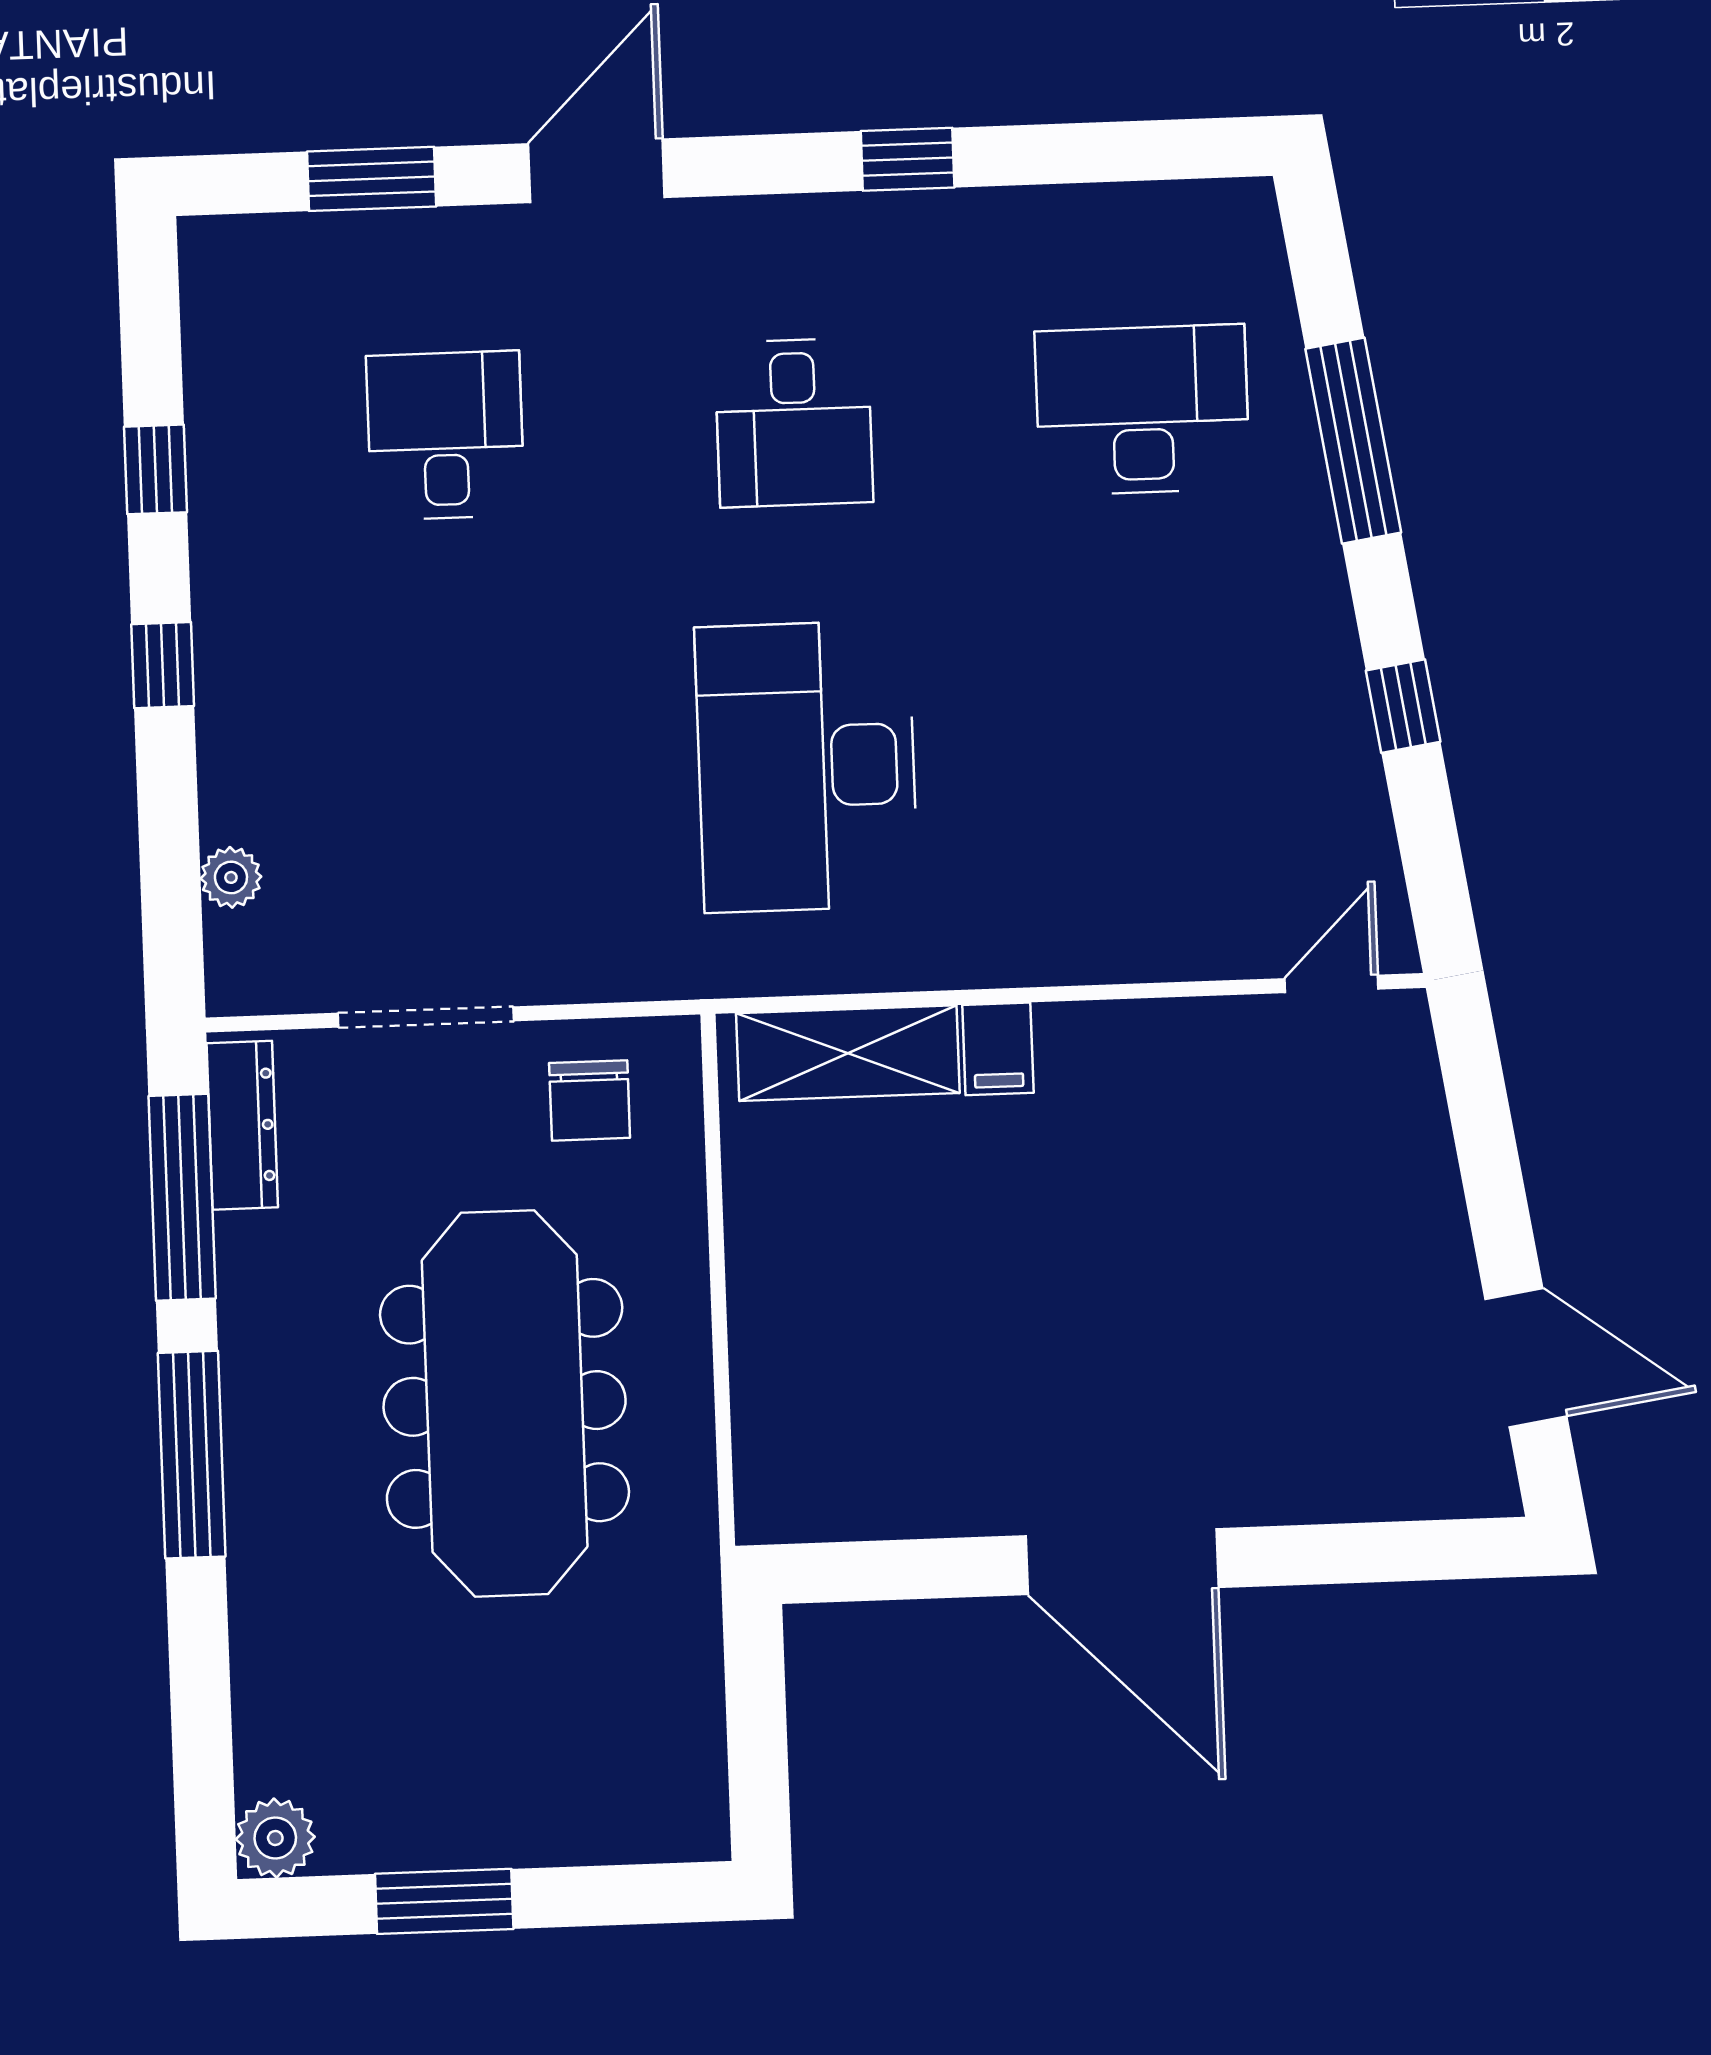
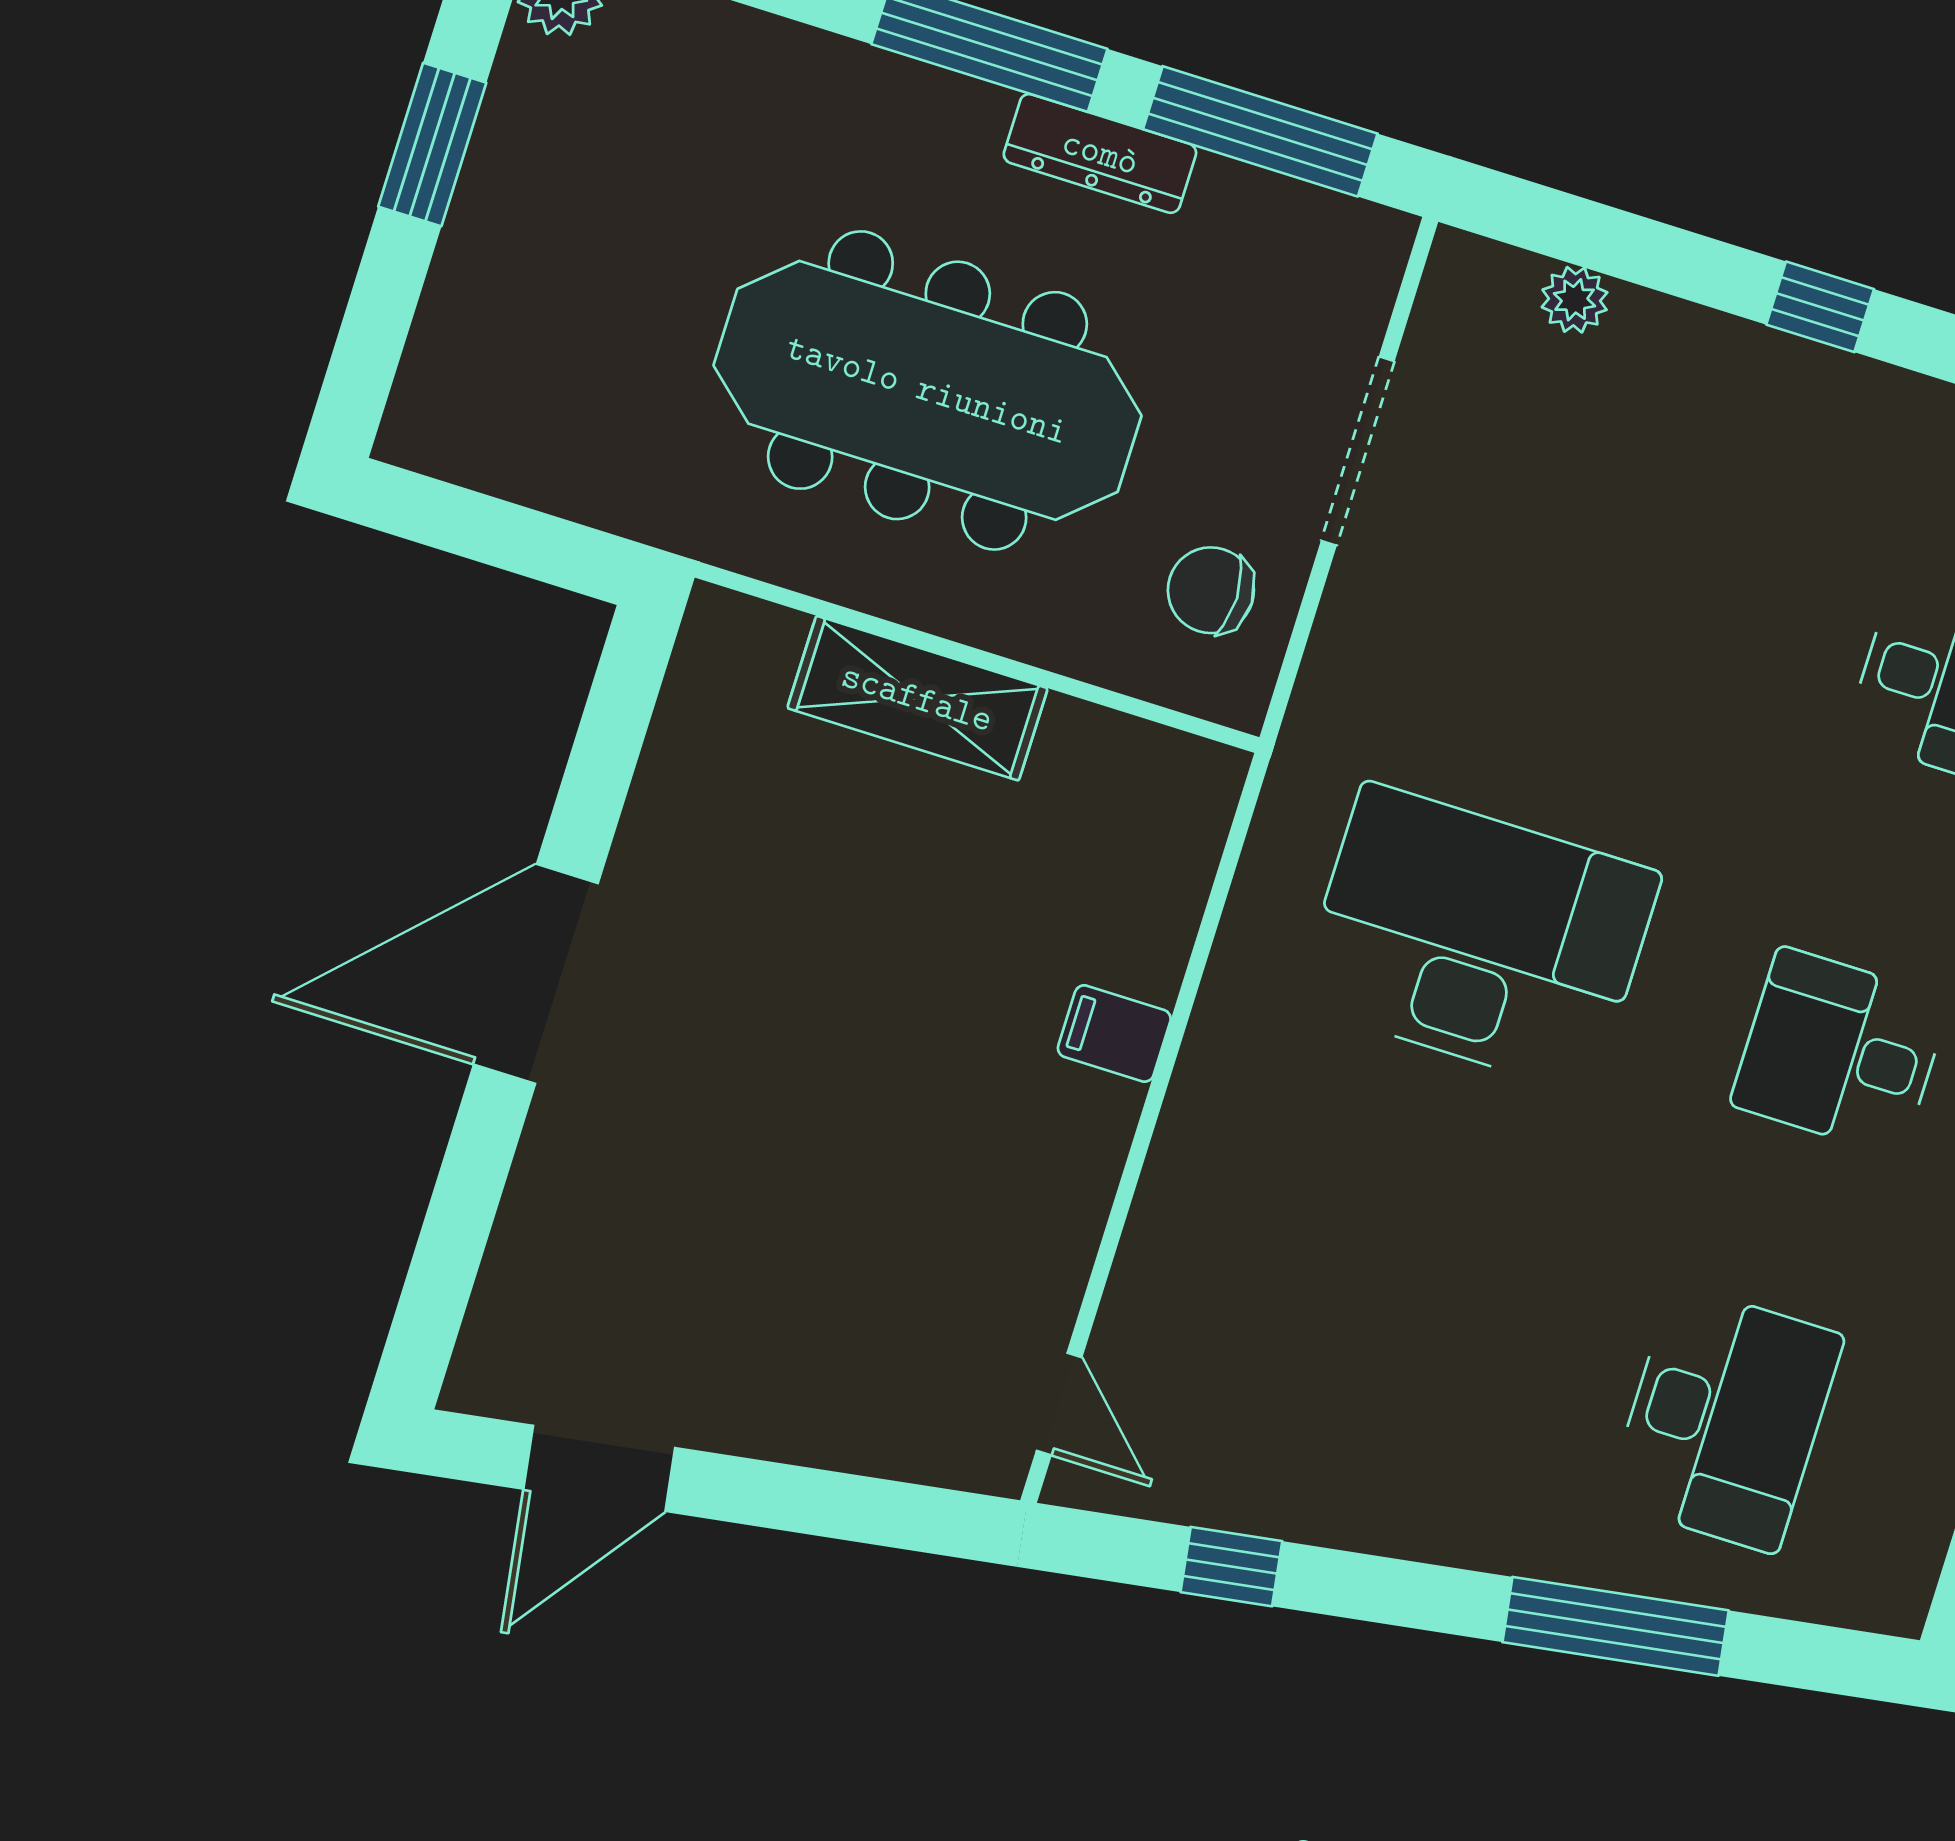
window: (1403, 706) -> (1231, 1567), moved
shelving: (848, 1053) -> (917, 698), moved, turned 90
dresser: (242, 1125) -> (1100, 153), moved

